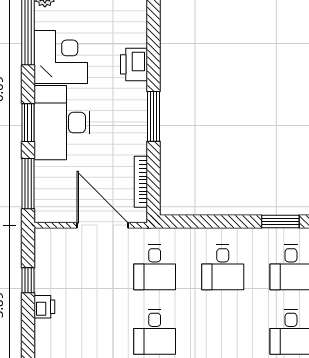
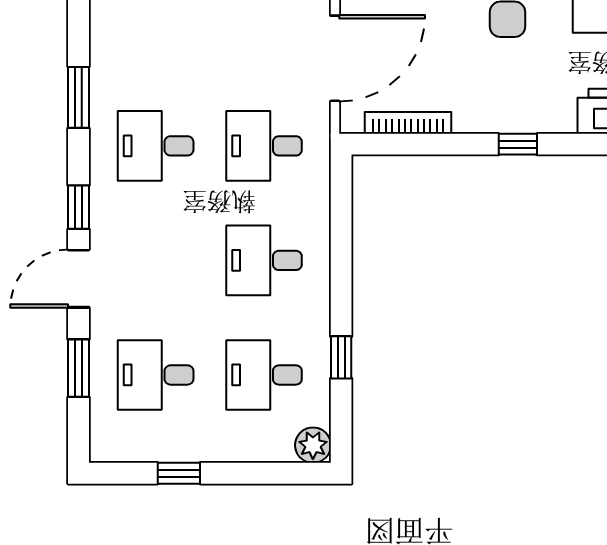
window: (154, 116) -> (518, 144), width x0.46
window: (280, 222) -> (341, 357), width x0.67

